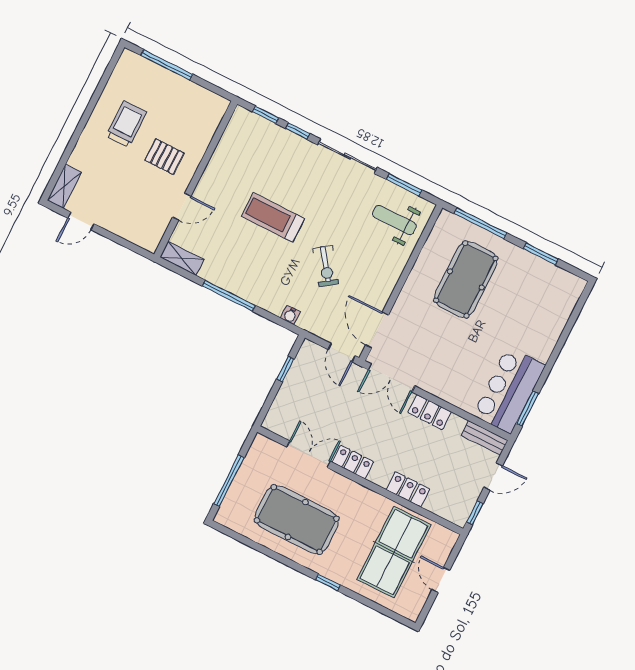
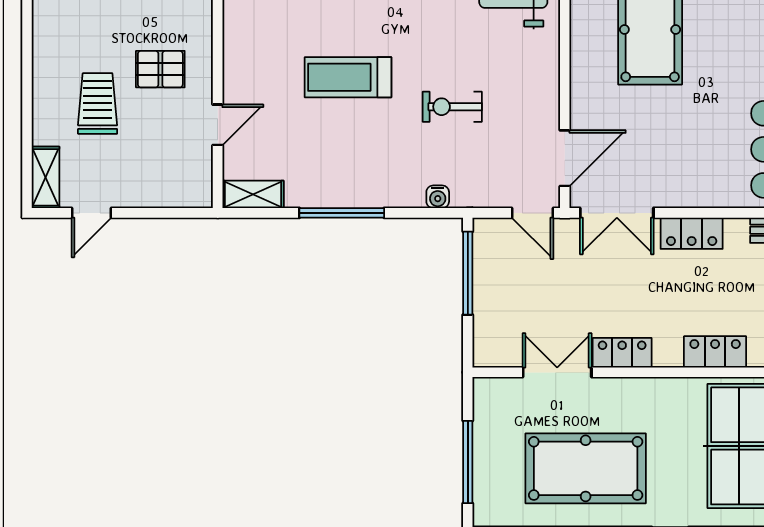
trolley: (126, 124) -> (98, 103), moved
exercise bike: (326, 266) -> (452, 107), turned 126
door: (377, 330) -> (565, 158), swing flipped
window: (285, 369) -> (468, 273), width x2.17

